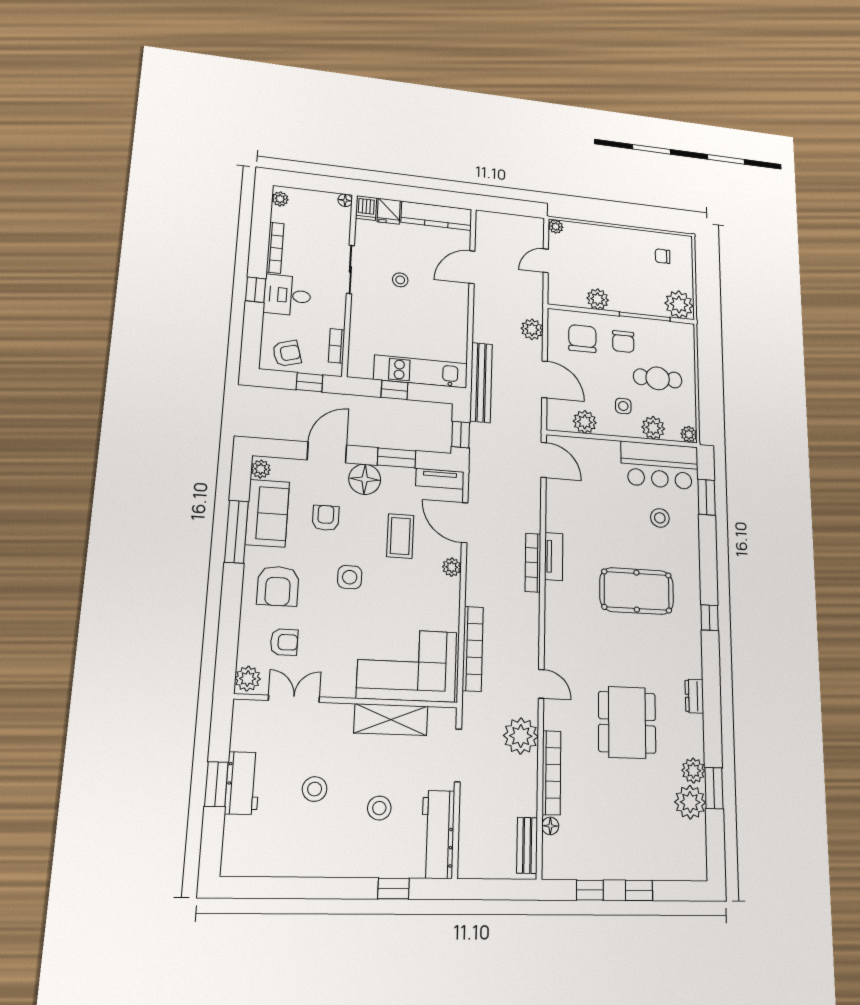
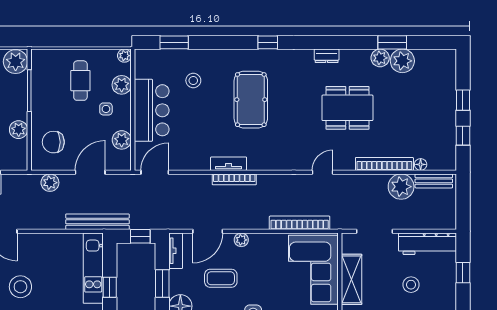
stool: (400, 280) -> (20, 287), width x1.89, depth x1.89
chair: (623, 342) -> (52, 109), removed
bar counter: (660, 465) -> (152, 110), moved
plant: (521, 736) -> (401, 187), moved

